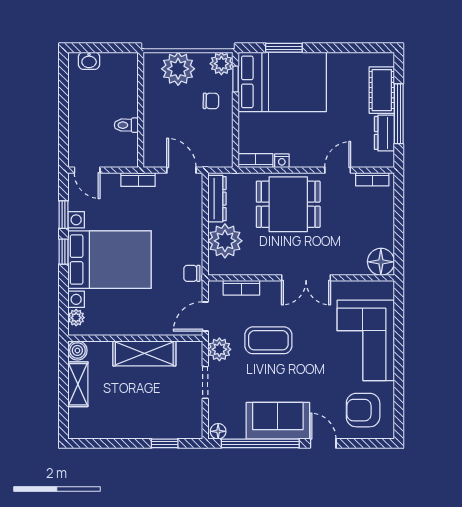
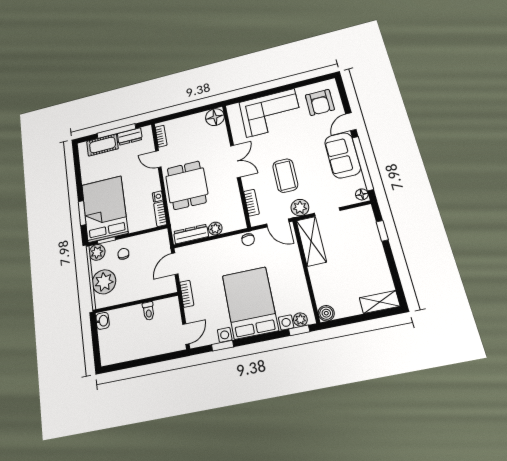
washbasin: (89, 61) -> (103, 321), moved
plant: (225, 241) -> (215, 229), width x0.53, depth x0.53
window: (63, 252) -> (299, 330), moved
shelving: (144, 353) -> (311, 241), moved
shelving: (78, 384) -> (380, 302), moved

